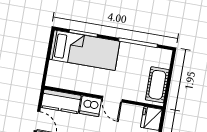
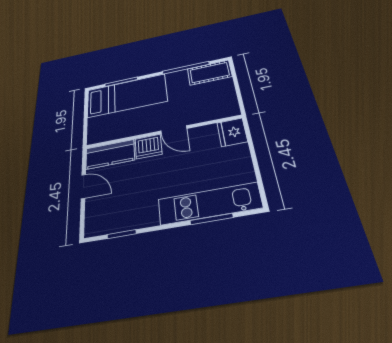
cot: (157, 85) -> (209, 73), moved, turned 90

